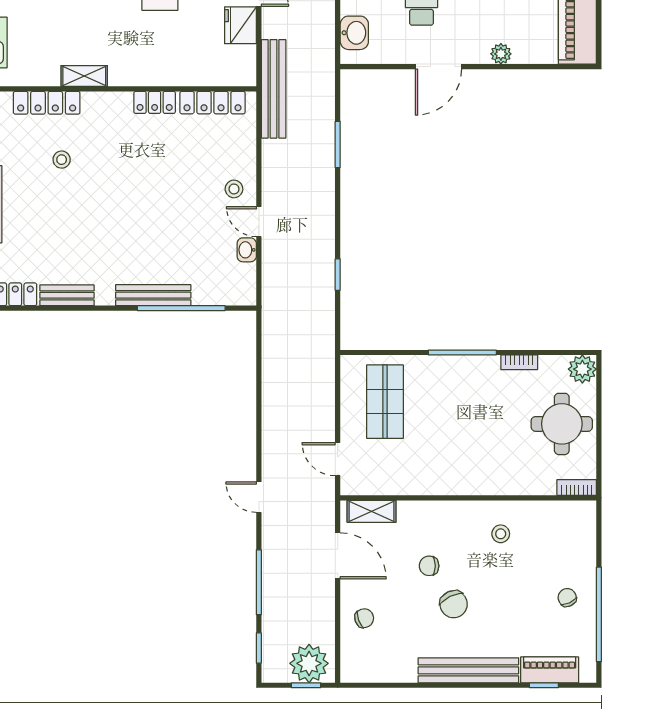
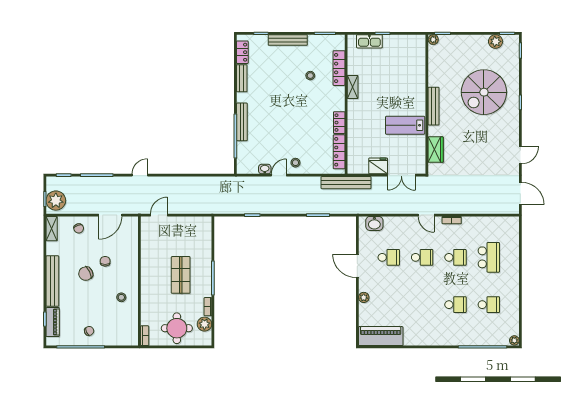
plant: (582, 369) -> (204, 324), moved
shop shelf: (385, 402) -> (181, 275), moved, turned 90
shelving: (372, 511) -> (52, 229), moved

